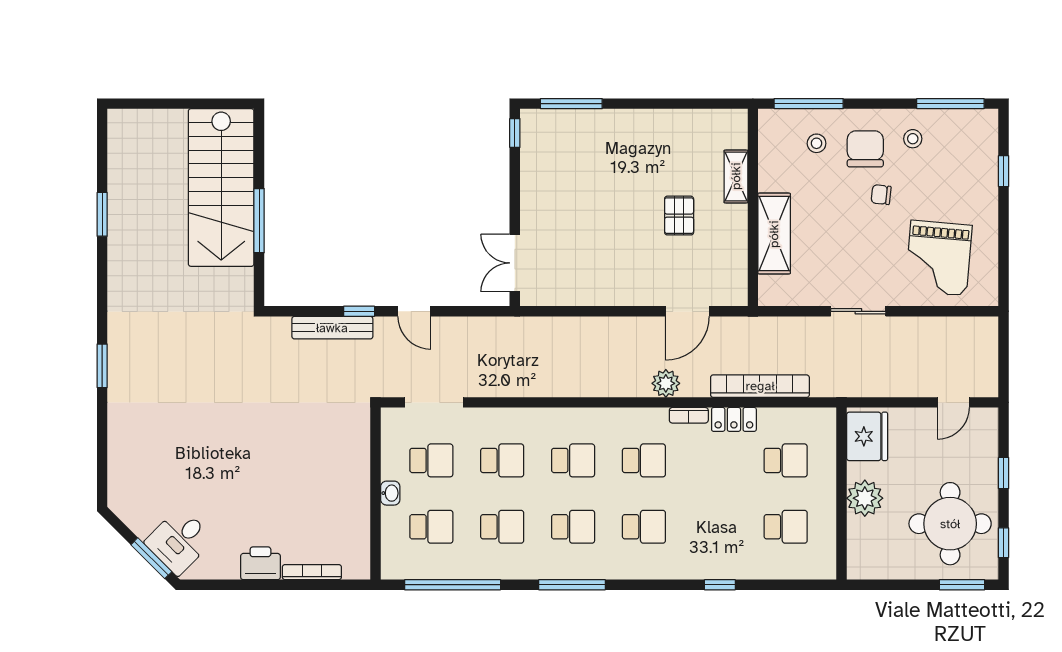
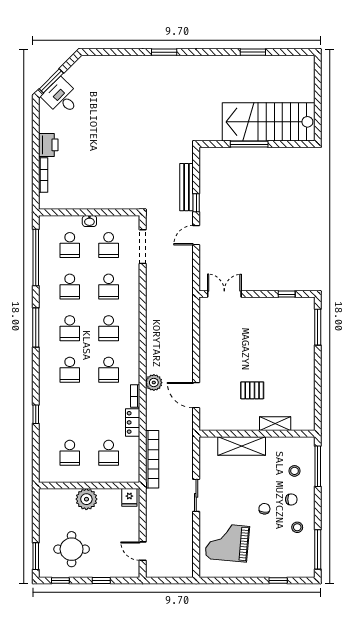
window: (515, 133) -> (287, 294), moved
chair: (865, 149) -> (291, 499), width x0.54, depth x0.54
bookcase: (760, 386) -> (152, 459), moved
fridge: (867, 436) -> (129, 497), width x0.53, depth x0.75
round table: (950, 524) -> (72, 549), width x0.73, depth x0.73

